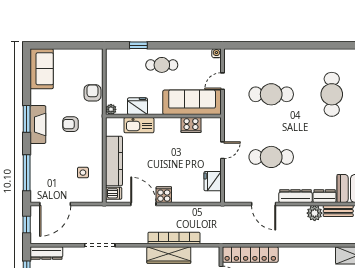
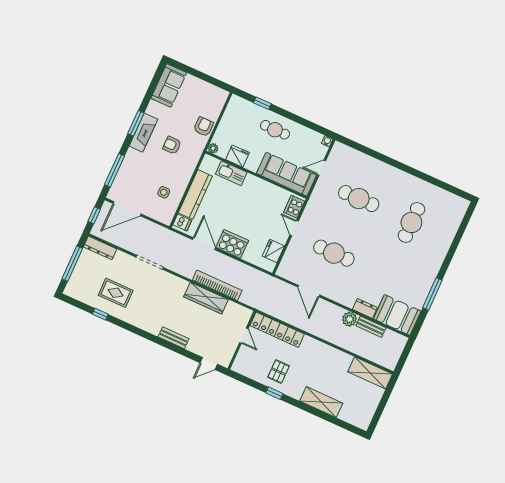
cooker: (191, 125) -> (294, 207), moved, turned 90
door: (222, 150) -> (294, 228), swing flipped
cooker: (164, 195) -> (232, 244), width x1.87, depth x1.31
dresser: (295, 196) -> (340, 297), removed

